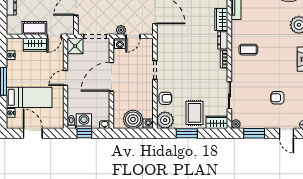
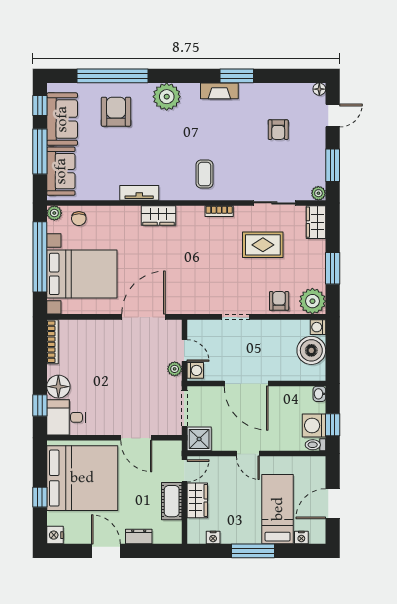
door: (54, 36) -> (184, 471), hinge flipped
dresser: (223, 40) -> (190, 213), removed
rug: (195, 113) -> (263, 245), moved

